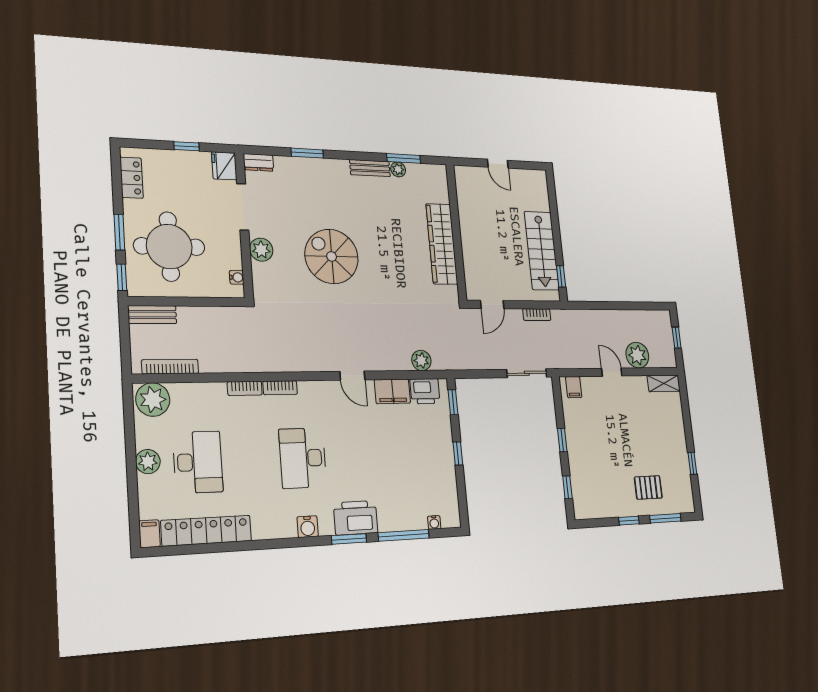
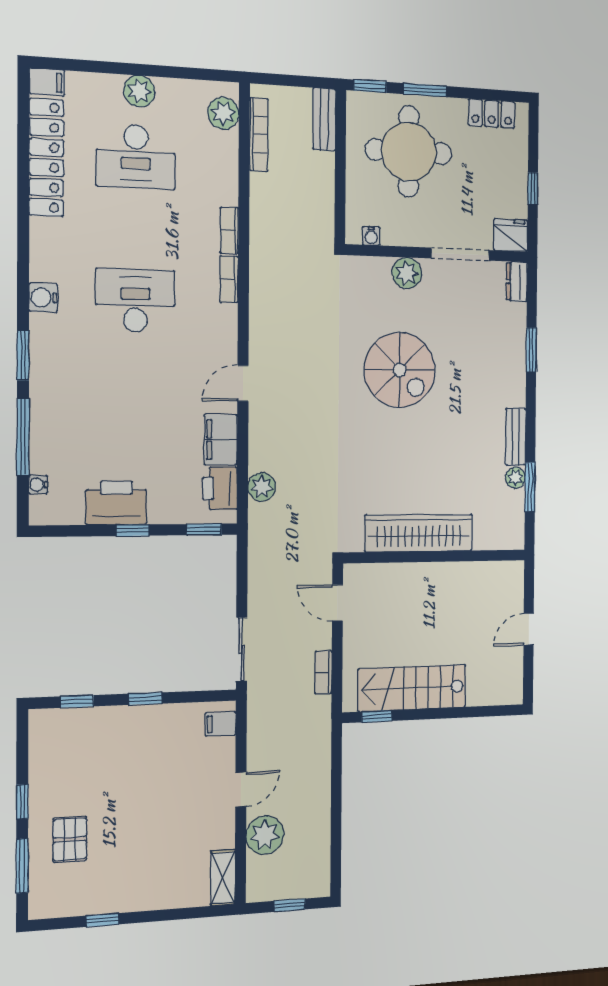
spiral stairs: (332, 256) -> (400, 370), turned 90
plant: (153, 400) -> (223, 113), width x0.73, depth x0.73
printer: (356, 518) -> (116, 503), moved, turned -90

